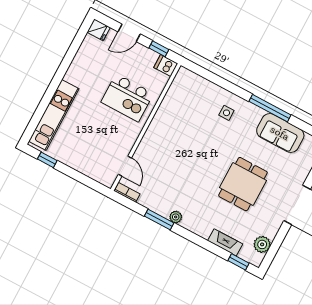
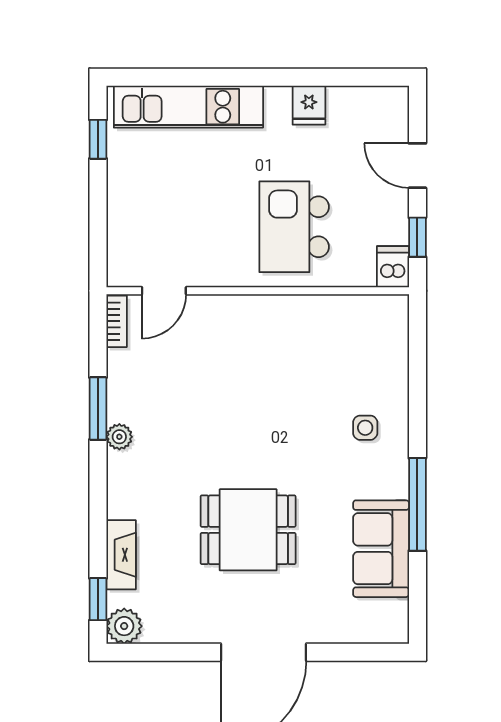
fridge: (99, 30) -> (309, 105), moved
plant: (262, 244) -> (124, 626), moved

